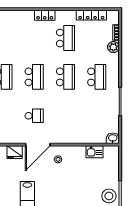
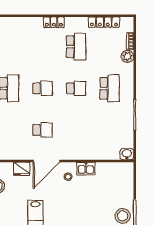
school desk: (34, 77) -> (43, 88), width x0.54
school desk: (65, 77) -> (76, 88), width x0.54
kitchen sink: (94, 152) -> (86, 169), moved

